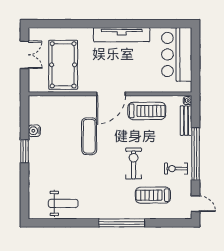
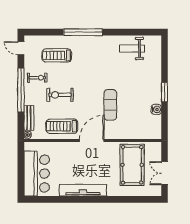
exercise bike: (134, 163) -> (60, 95), moved, turned 90
treadmill: (153, 195) -> (57, 55), turned 180

